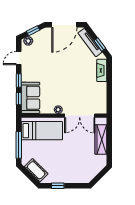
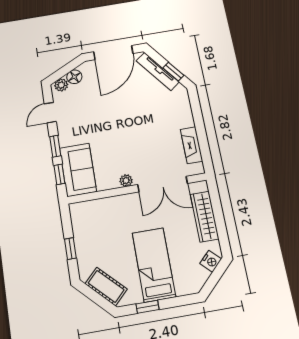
window: (33, 31) -> (66, 69), removed
floor lamp: (37, 37) -> (74, 77), added
fireplace: (102, 70) -> (191, 145), moved
bed: (42, 131) -> (154, 265), moved, turned -90
window: (19, 145) -> (70, 249), width x0.46
nightstand: (99, 166) -> (211, 261), added

